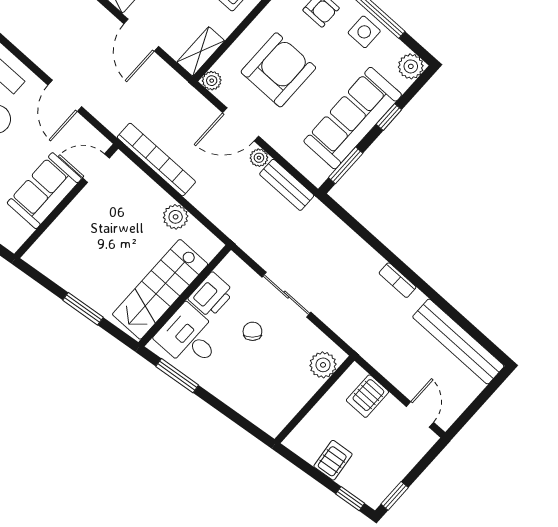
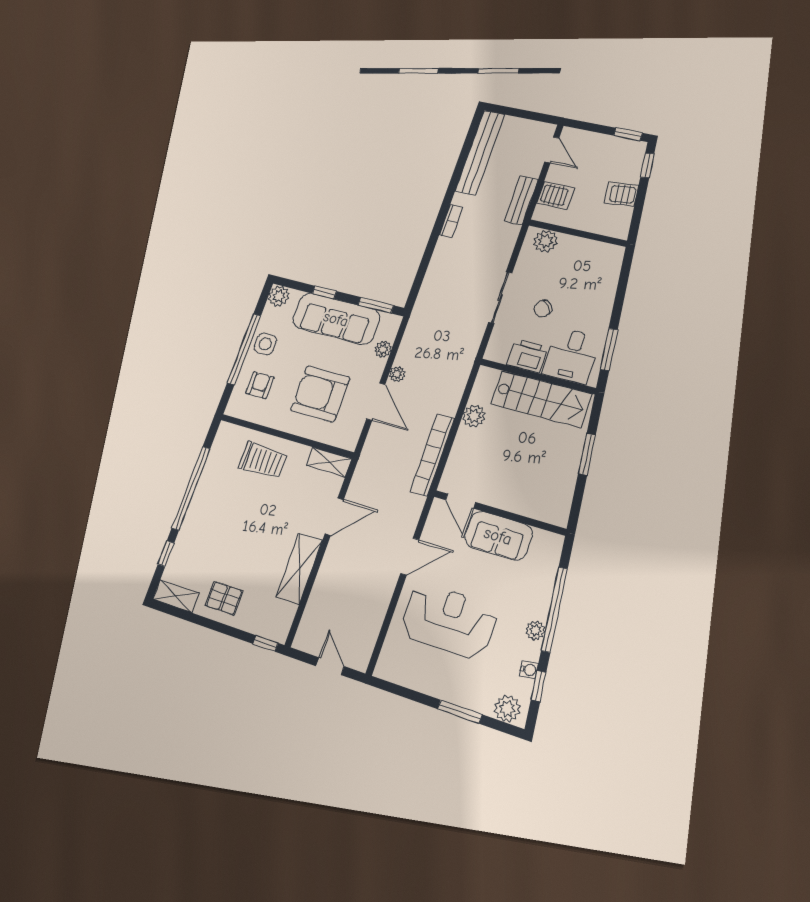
plant: (212, 81) -> (383, 349), moved
bench: (287, 185) -> (521, 200), moved
door: (420, 414) -> (552, 150), swing flipped

